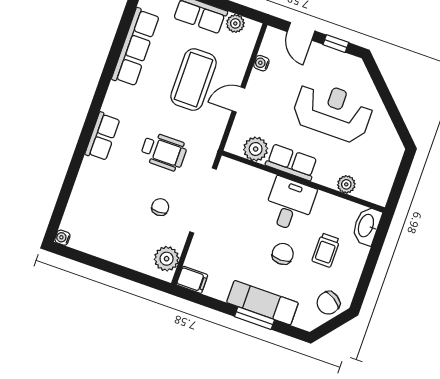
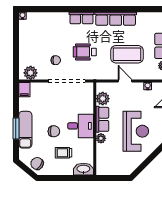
row of seats: (135, 47) -> (116, 19), moved
wheelchair: (164, 152) -> (85, 52), turned 90
plant: (346, 184) -> (101, 138), moved

